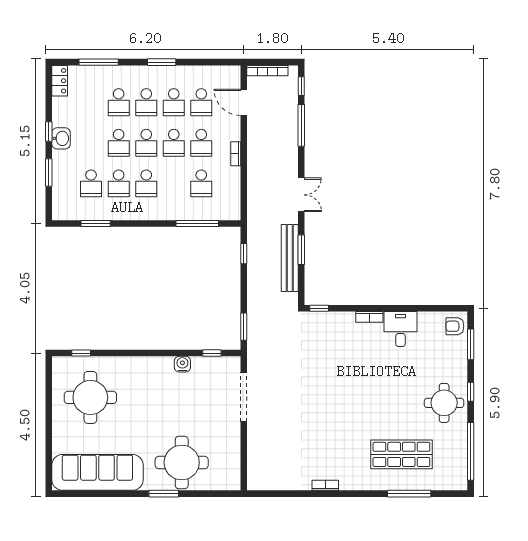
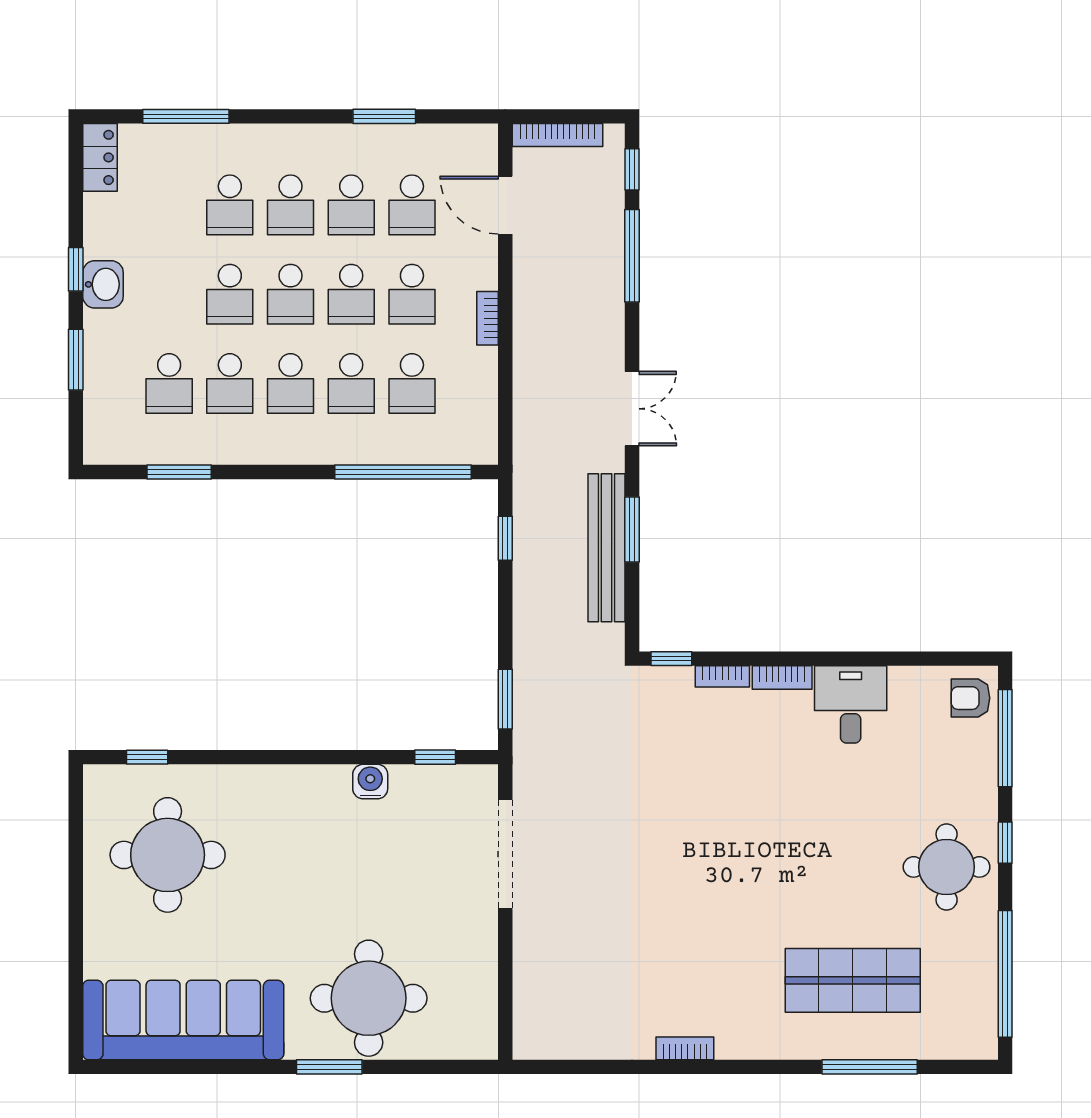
window: (162, 62) -> (384, 116), moved
school desk: (174, 183) -> (351, 384), added
window: (197, 224) -> (403, 472), width x1.46
bookcase: (342, 316) -> (722, 676), added
window: (471, 344) -> (1005, 738), width x1.44

